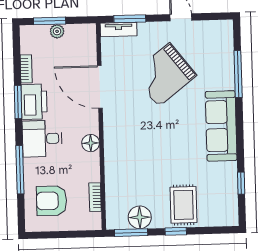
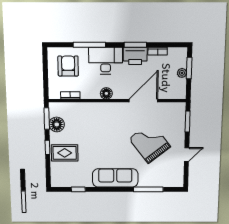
tv unit: (119, 29) -> (181, 114), removed
desk: (42, 139) -> (106, 61), width x1.37

